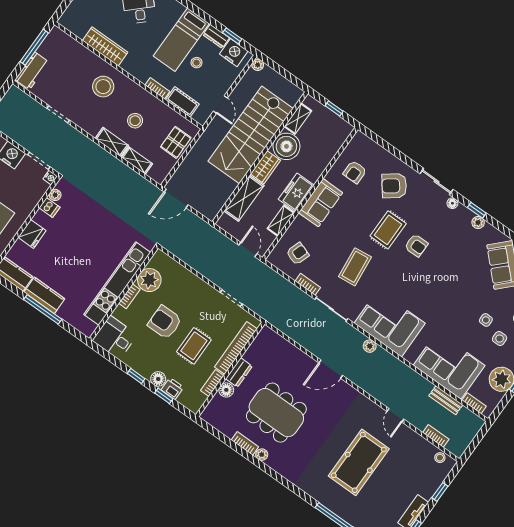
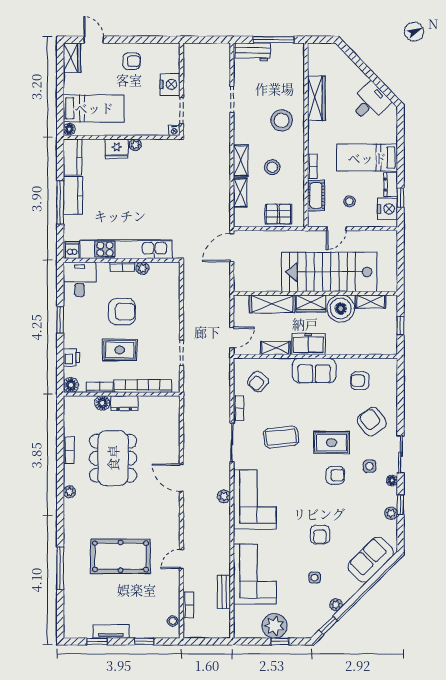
stool: (197, 63) -> (349, 201), moved
plant: (258, 65) -> (391, 236), removed
plant: (55, 195) -> (135, 145), moved
door: (176, 198) -> (232, 248), hinge flipped
dishwasher: (49, 208) -> (72, 250), moved, turned 180
armchair: (416, 245) -> (335, 475), turned -90
armchair: (298, 254) -> (258, 382), turned 113
plant: (149, 280) -> (142, 268), width x0.53, depth x0.53
armchair: (455, 291) -> (320, 534), added
armchair: (165, 322) -> (122, 312), turned 90
side table: (500, 339) -> (369, 466), moved
window: (136, 376) -> (60, 320), width x1.50
floor lamp: (158, 379) -> (71, 385), moved
window: (164, 396) -> (60, 355), removed
bookcase: (474, 403) -> (238, 617), removed
plant: (262, 455) -> (69, 492), moved

